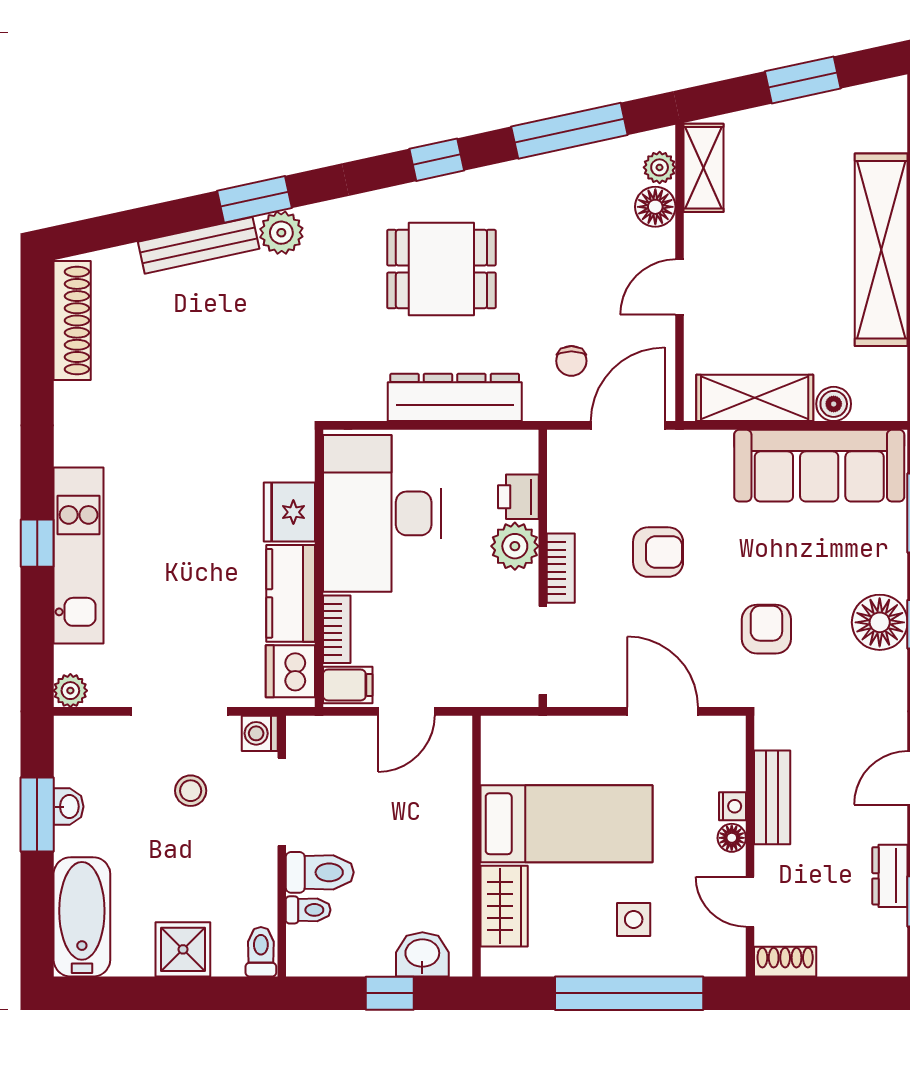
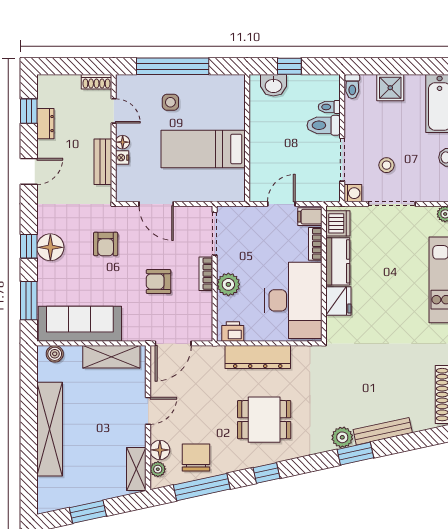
chair: (571, 361) -> (196, 457), moved, width x1.87, depth x1.87
boiler: (834, 404) -> (55, 354), moved
printer: (518, 497) -> (233, 331), moved, turned -90
wardrobe: (504, 906) -> (234, 109), removed

